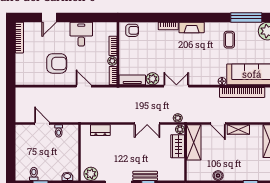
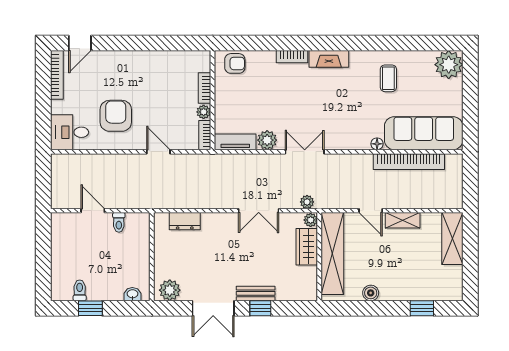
door: (49, 17) -> (80, 43), moved
window: (246, 17) -> (415, 43), removed
desk: (81, 34) -> (70, 132), moved, turned -90
armchair: (57, 63) -> (116, 116), turned -90
shelving: (194, 142) -> (332, 254), width x1.47

